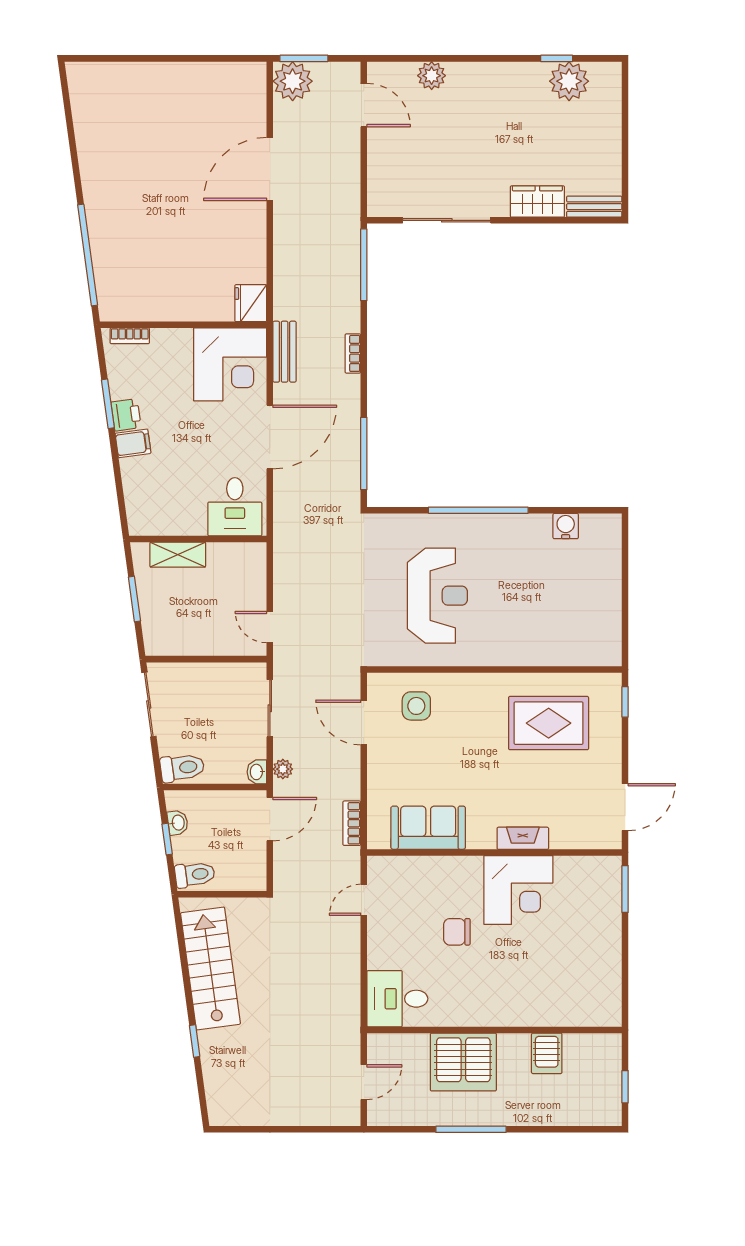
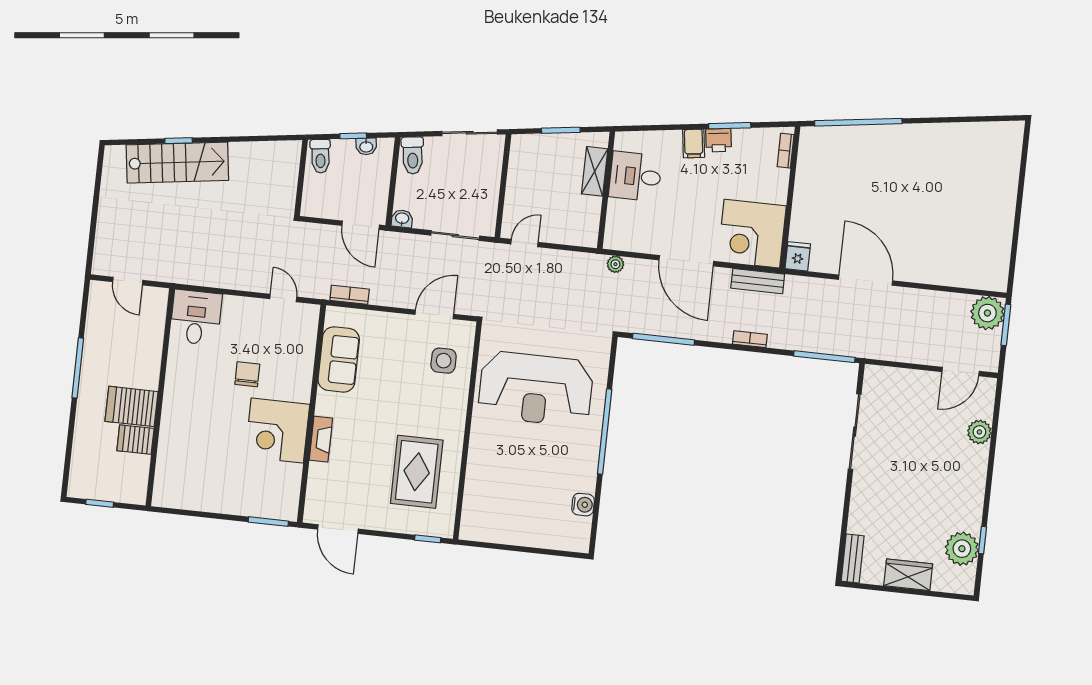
door: (270, 169) -> (866, 280), moved
wardrobe: (537, 201) -> (908, 575), moved, turned -90
fridge: (251, 303) -> (798, 256), width x0.72
desk: (235, 507) -> (635, 176), moved
reception desk: (437, 596) -> (536, 389), width x1.36, depth x1.30
plant: (283, 769) -> (615, 264), moved
stairs: (210, 968) -> (177, 163), moved
server rack: (463, 1062) -> (132, 406), moved, width x0.63

